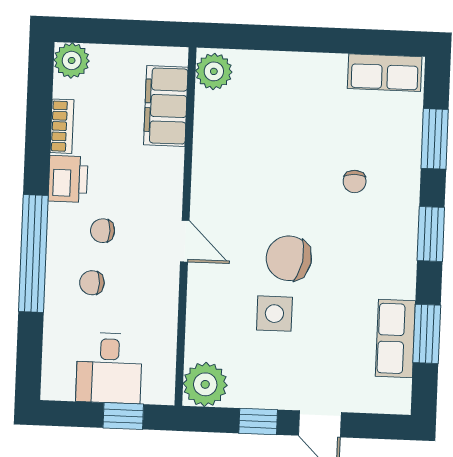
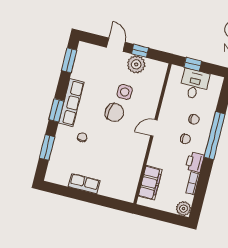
plant: (214, 71) -> (128, 192), removed
row of seats: (385, 73) -> (84, 184), moved
door: (185, 241) -> (154, 128), hinge flipped
window: (427, 334) -> (69, 60), moved
row of seats: (395, 339) -> (71, 103), moved, width x1.48
plant: (205, 384) -> (136, 64), moved

